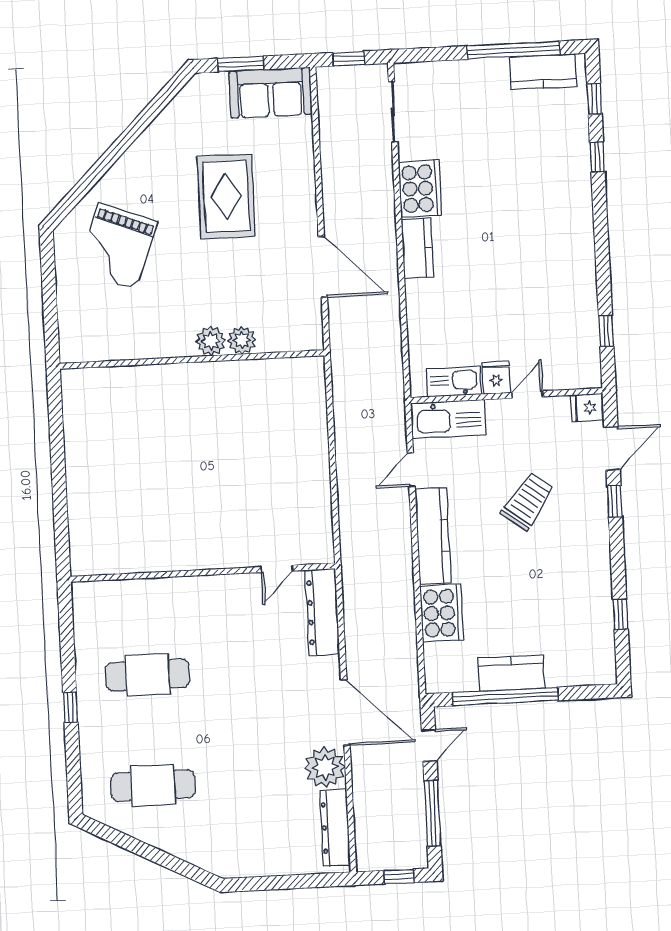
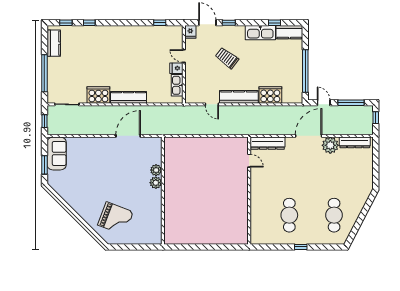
window: (513, 50) -> (44, 73), moved
rug: (226, 196) -> (98, 174), removed
kitchen counter: (417, 248) -> (128, 97), width x1.50
kitchen sink: (448, 419) -> (260, 33), moved, turned 90
kitchen counter: (511, 673) -> (289, 32), moved, turned -90

